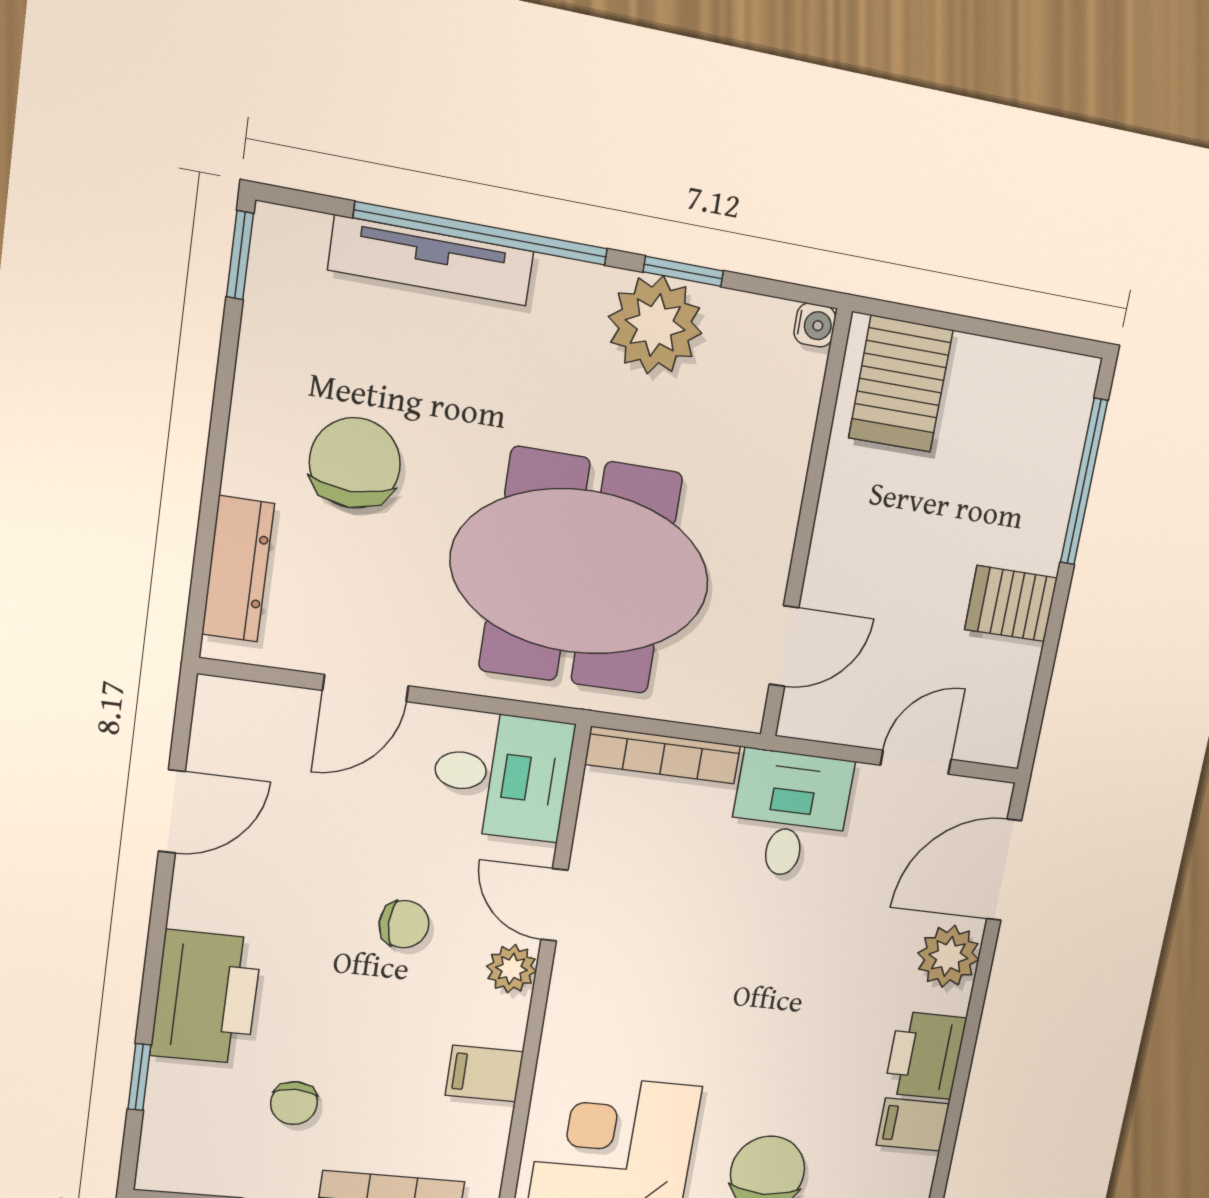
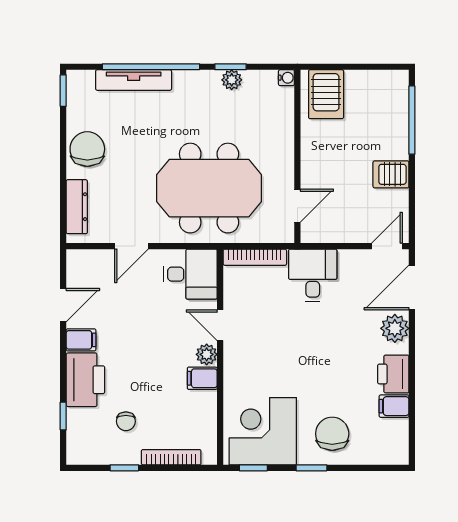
plant: (655, 325) -> (232, 80), width x0.53, depth x0.53
chair: (355, 463) -> (87, 149), moved
door: (916, 762) -> (387, 246), moved
filing cabinet: (207, 901) -> (81, 340), added
chair: (404, 924) -> (160, 340), removed
filing cabinet: (484, 1073) -> (202, 378), moved

